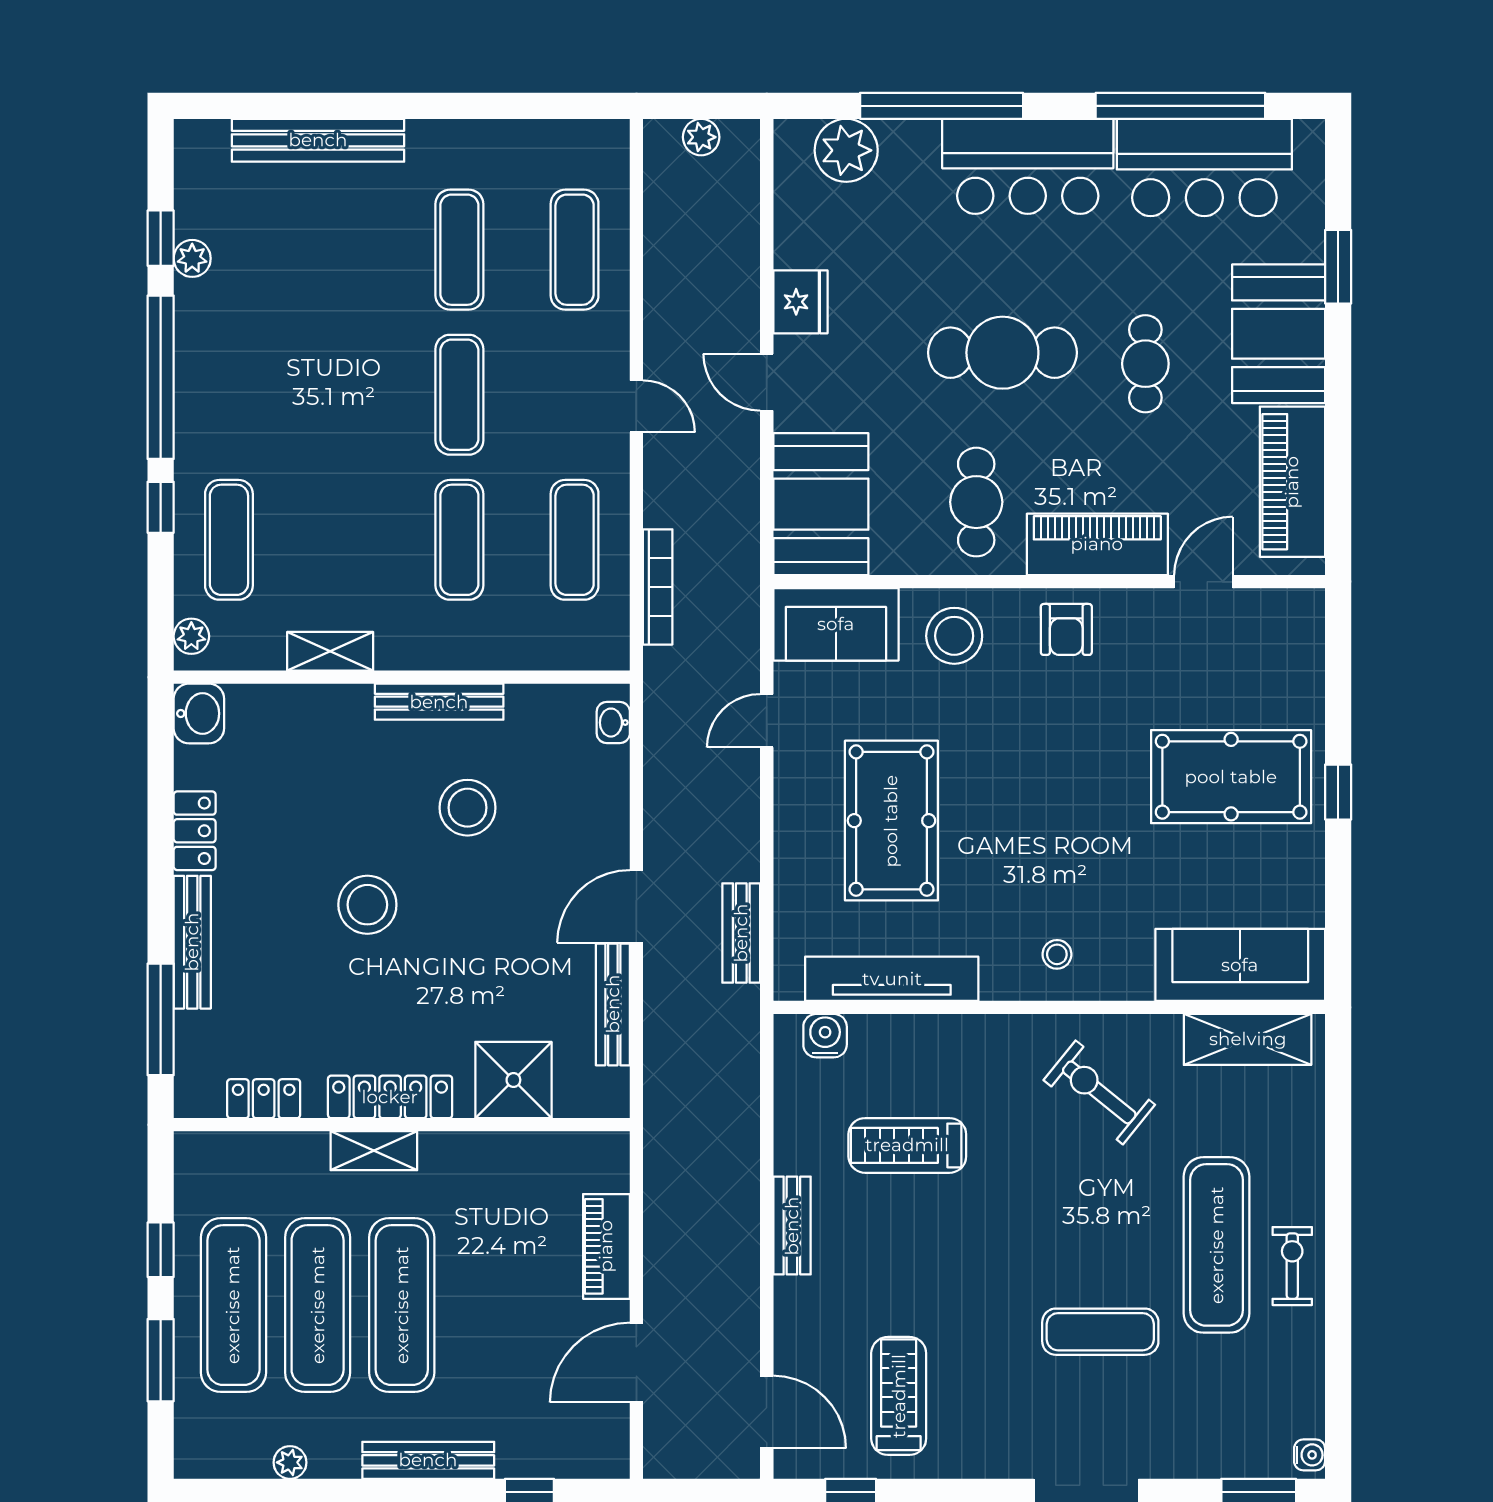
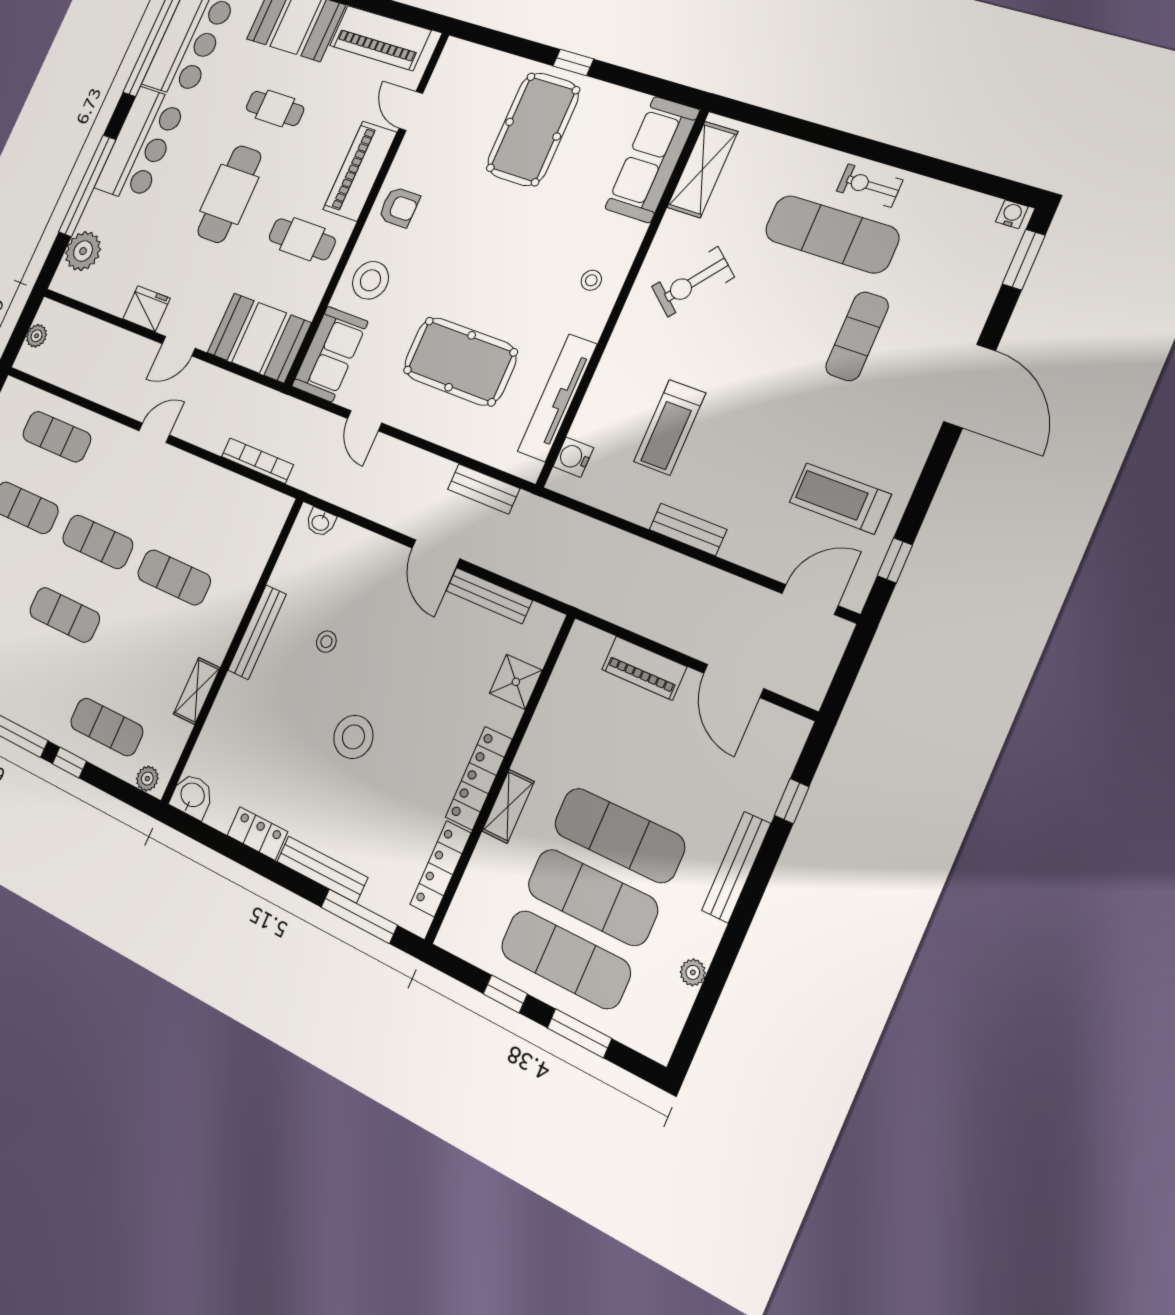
exercise mat: (575, 540) -> (65, 615), moved
stool: (467, 808) -> (326, 642), width x0.53, depth x0.53
shower: (513, 1080) -> (516, 682), width x0.73, depth x0.73
locker: (264, 1099) -> (440, 869), width x1.53

